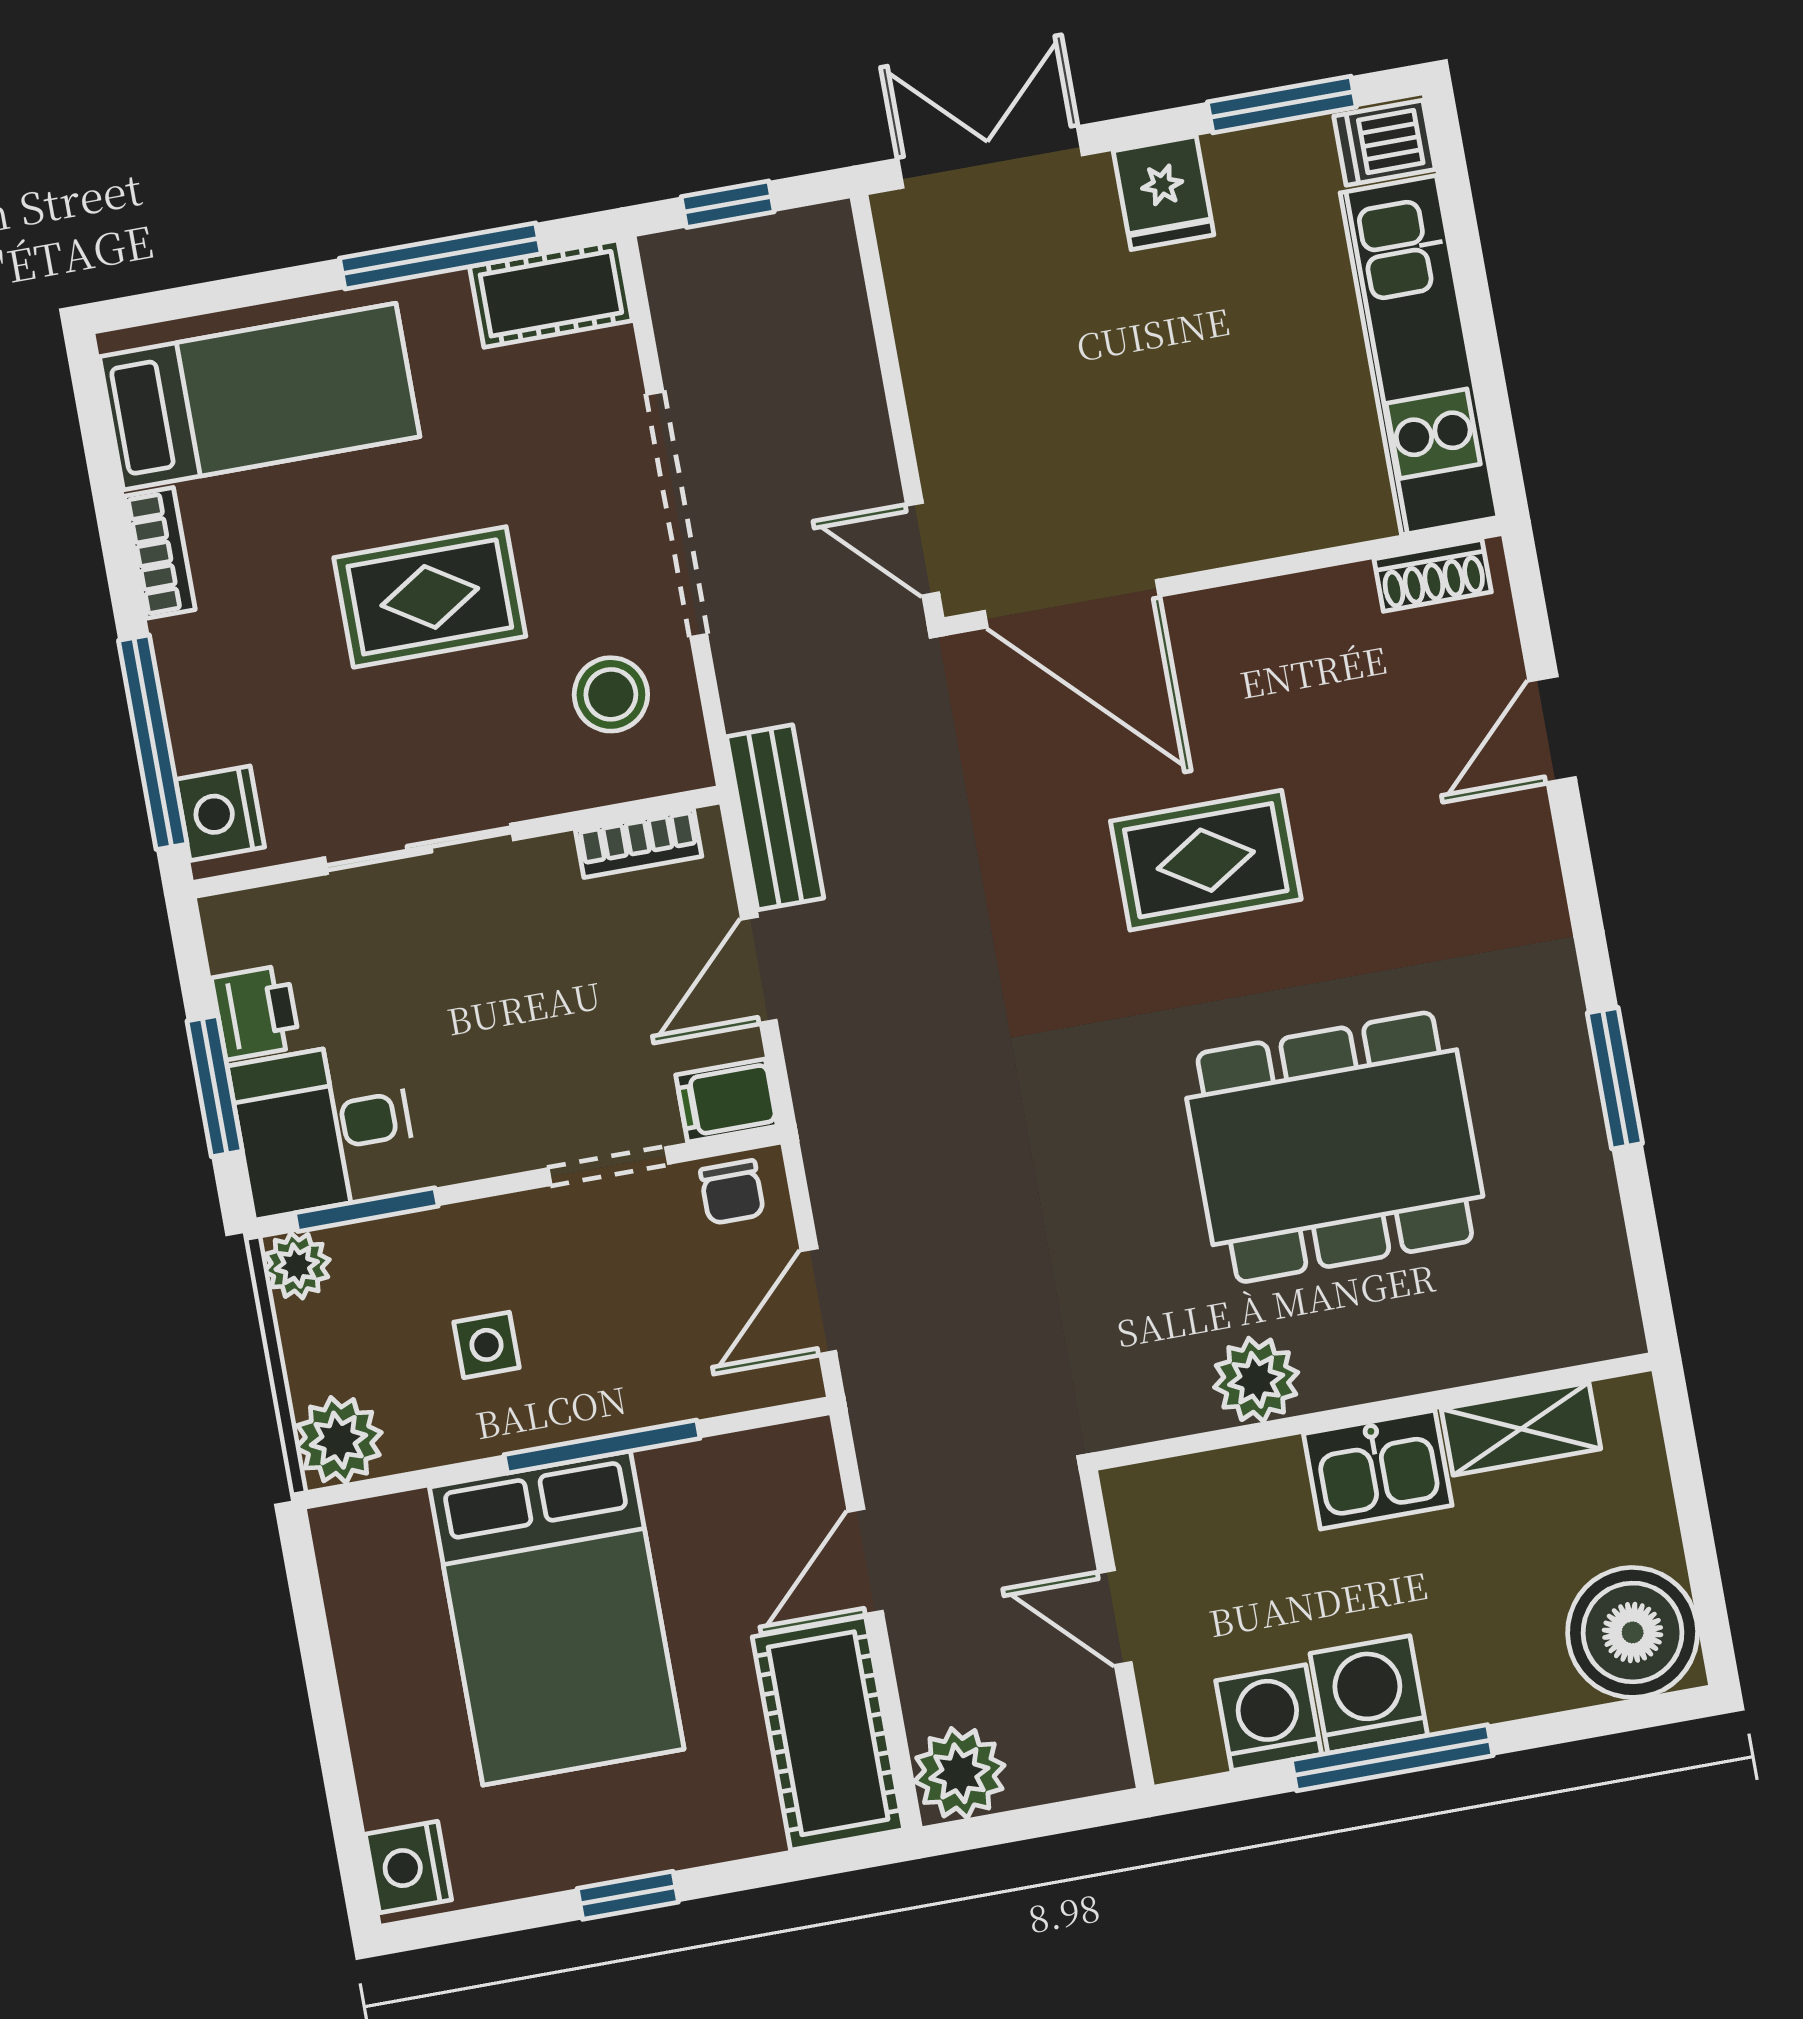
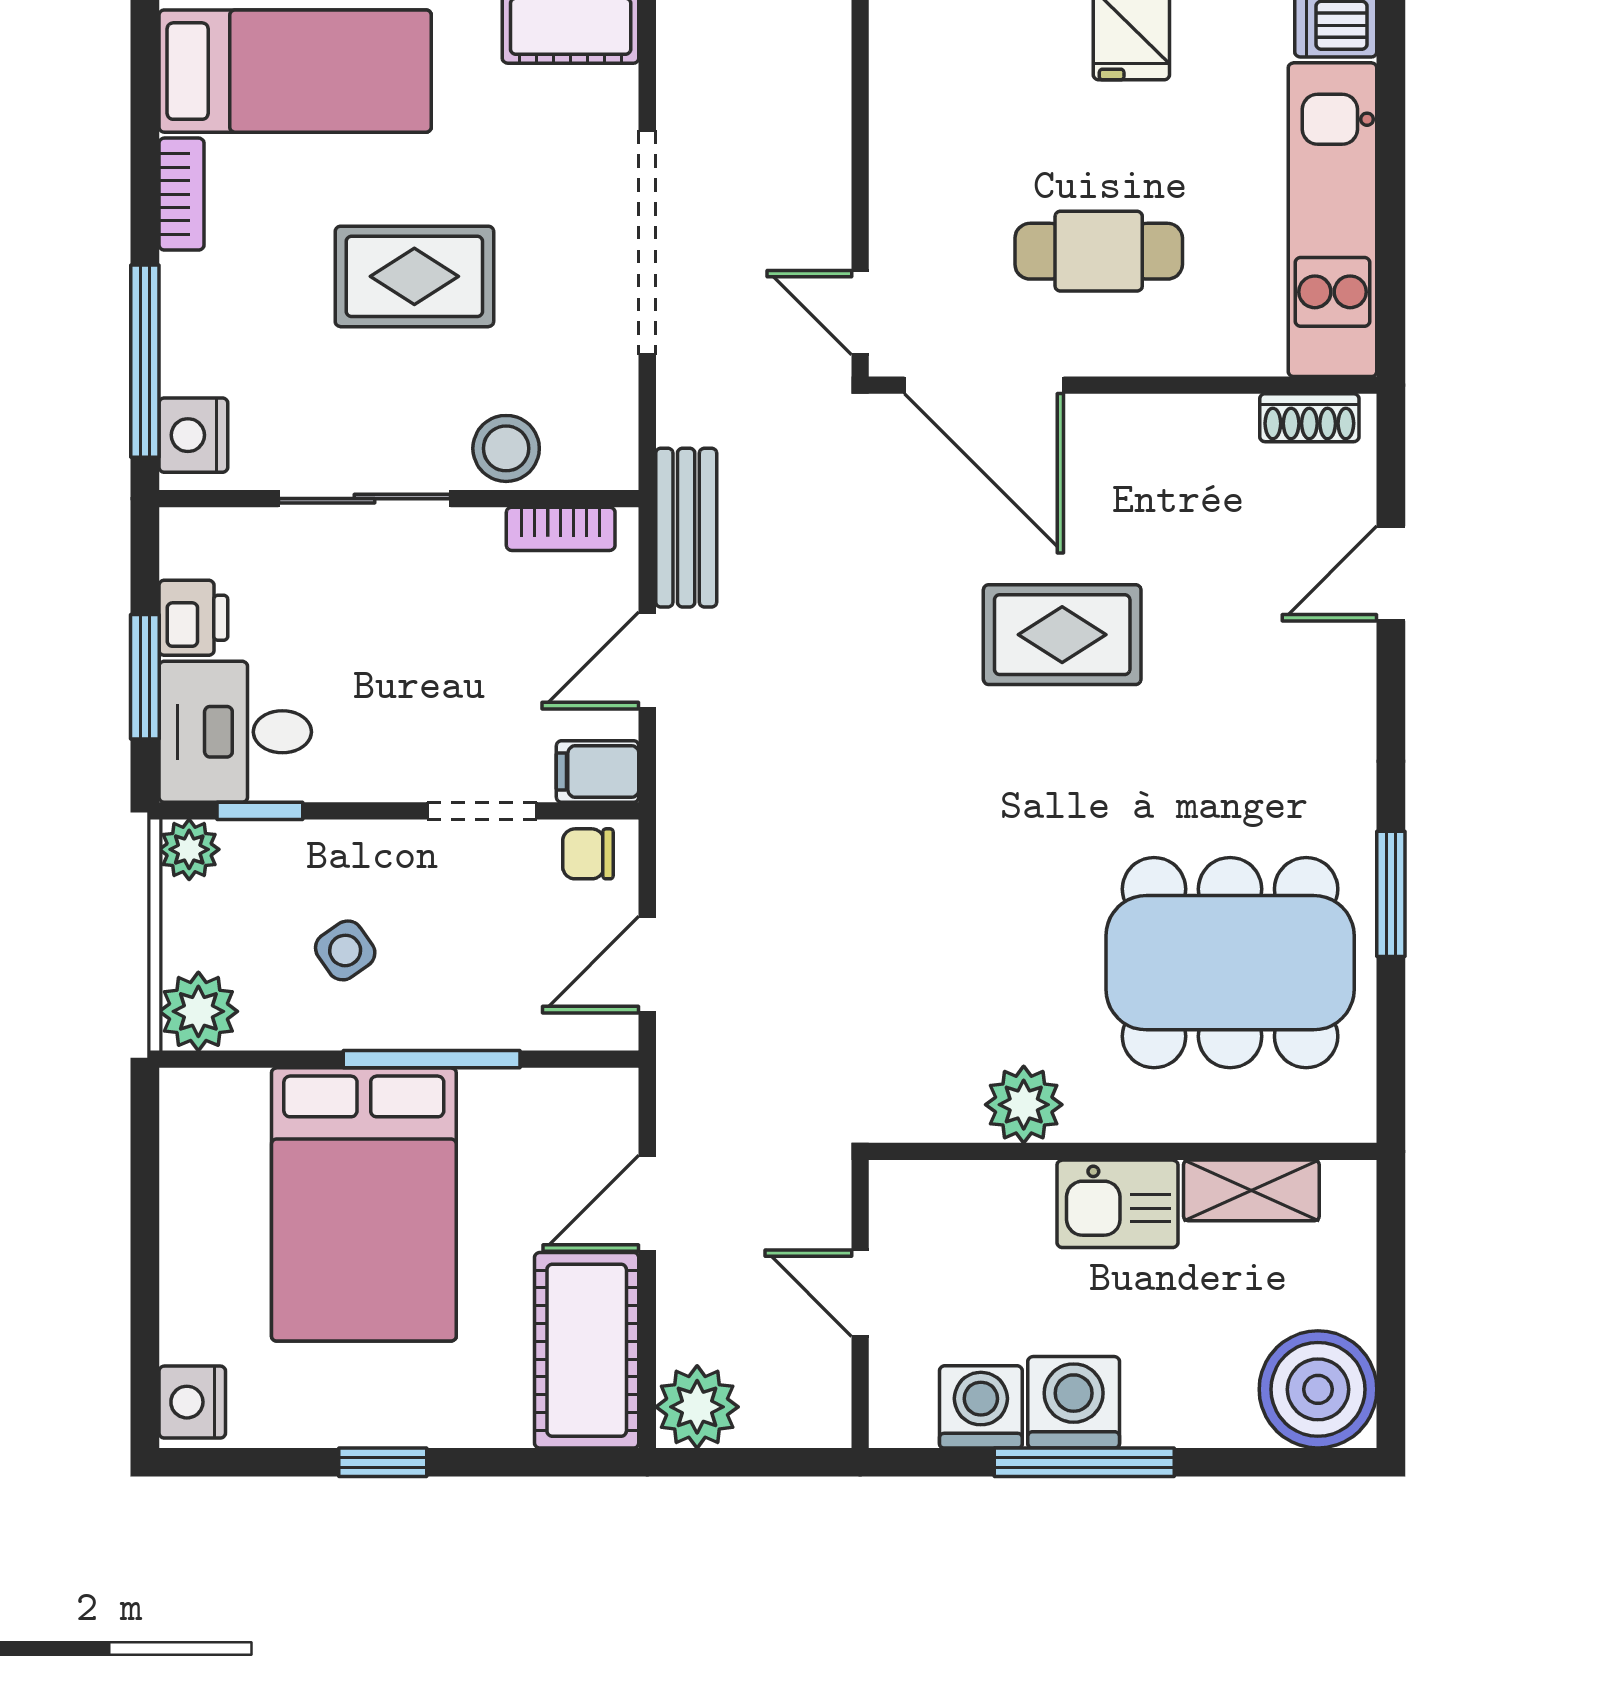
cafe table: (1170, 435) -> (1099, 251), added
stool: (611, 694) -> (506, 448), moved
dining table: (1335, 1147) -> (1230, 963), moved
chair: (732, 1192) -> (588, 854), turned 90
window: (366, 1210) -> (260, 811), width x0.67
side table: (486, 1345) -> (345, 950), turned -35

